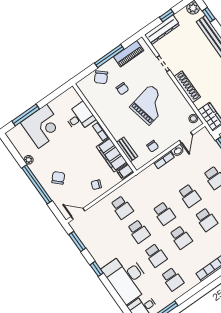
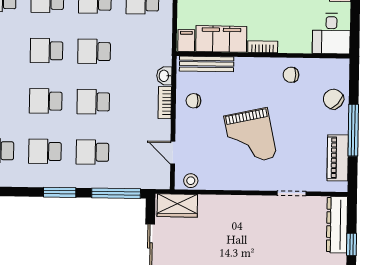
shoe rack: (187, 87) -> (238, 203), removed
chair: (122, 89) -> (291, 75), moved
desk: (80, 117) -> (331, 34), moved
bench: (127, 149) -> (207, 64), width x1.36
washbasin: (178, 151) -> (164, 76), moved

